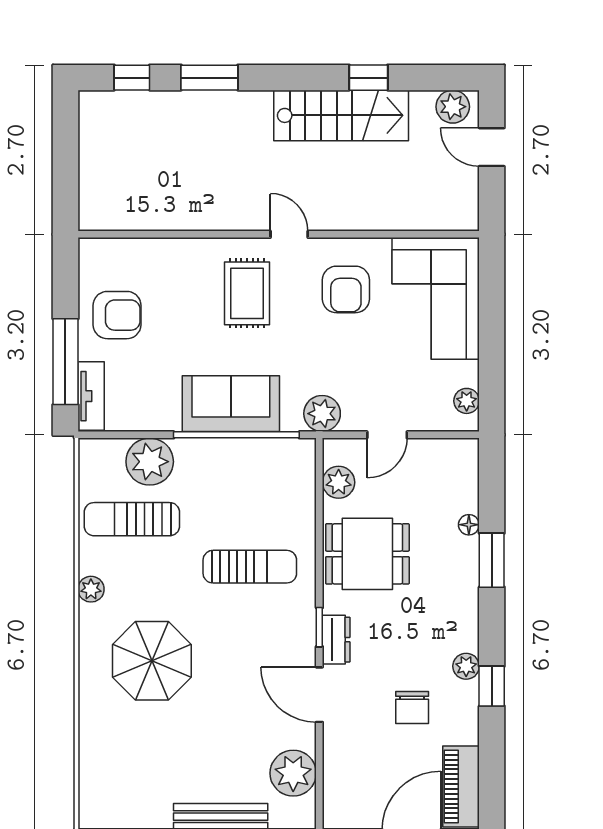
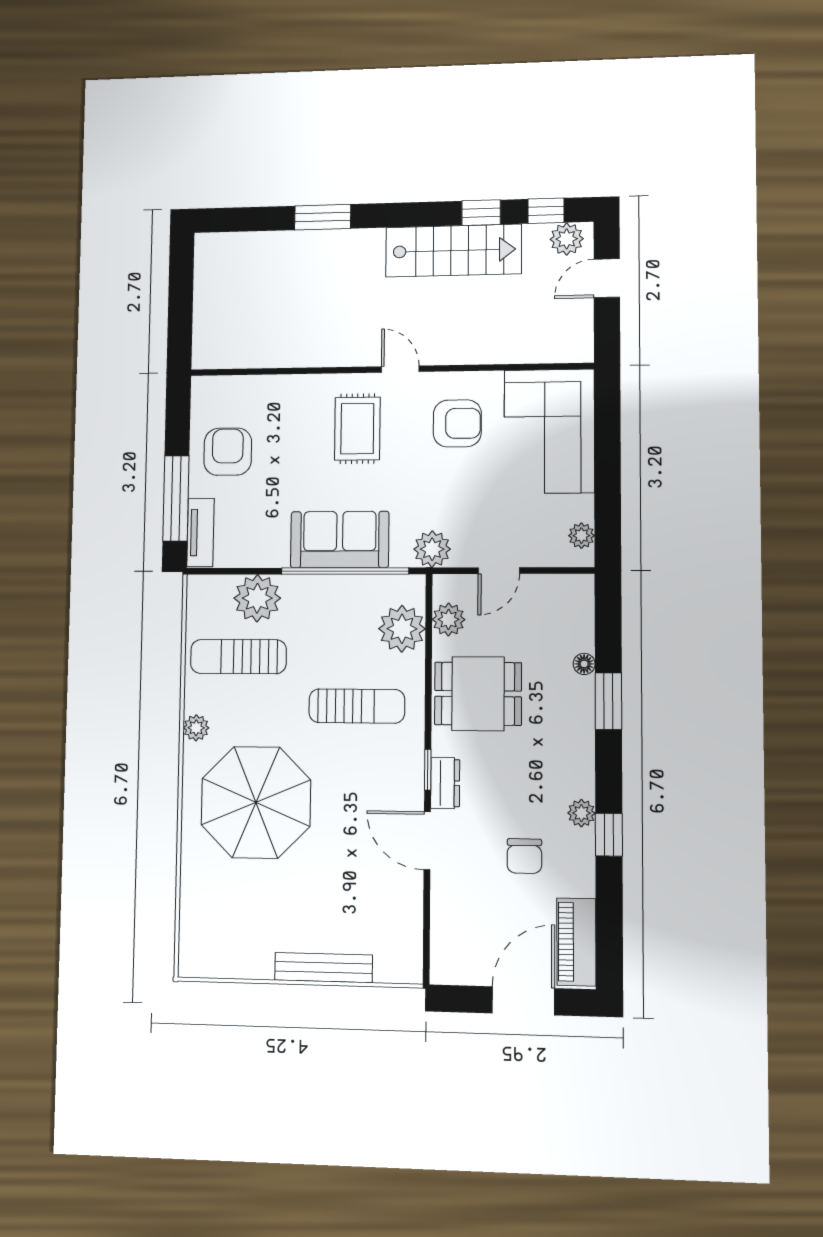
window: (132, 78) -> (546, 211), moved
door: (492, 147) -> (607, 278), hinge flipped
armchair: (346, 289) -> (457, 423), turned -90
armchair: (117, 315) -> (228, 452), turned -90
parasol: (152, 661) -> (256, 802), width x1.36, depth x1.36
plant: (293, 773) -> (402, 629), moved

